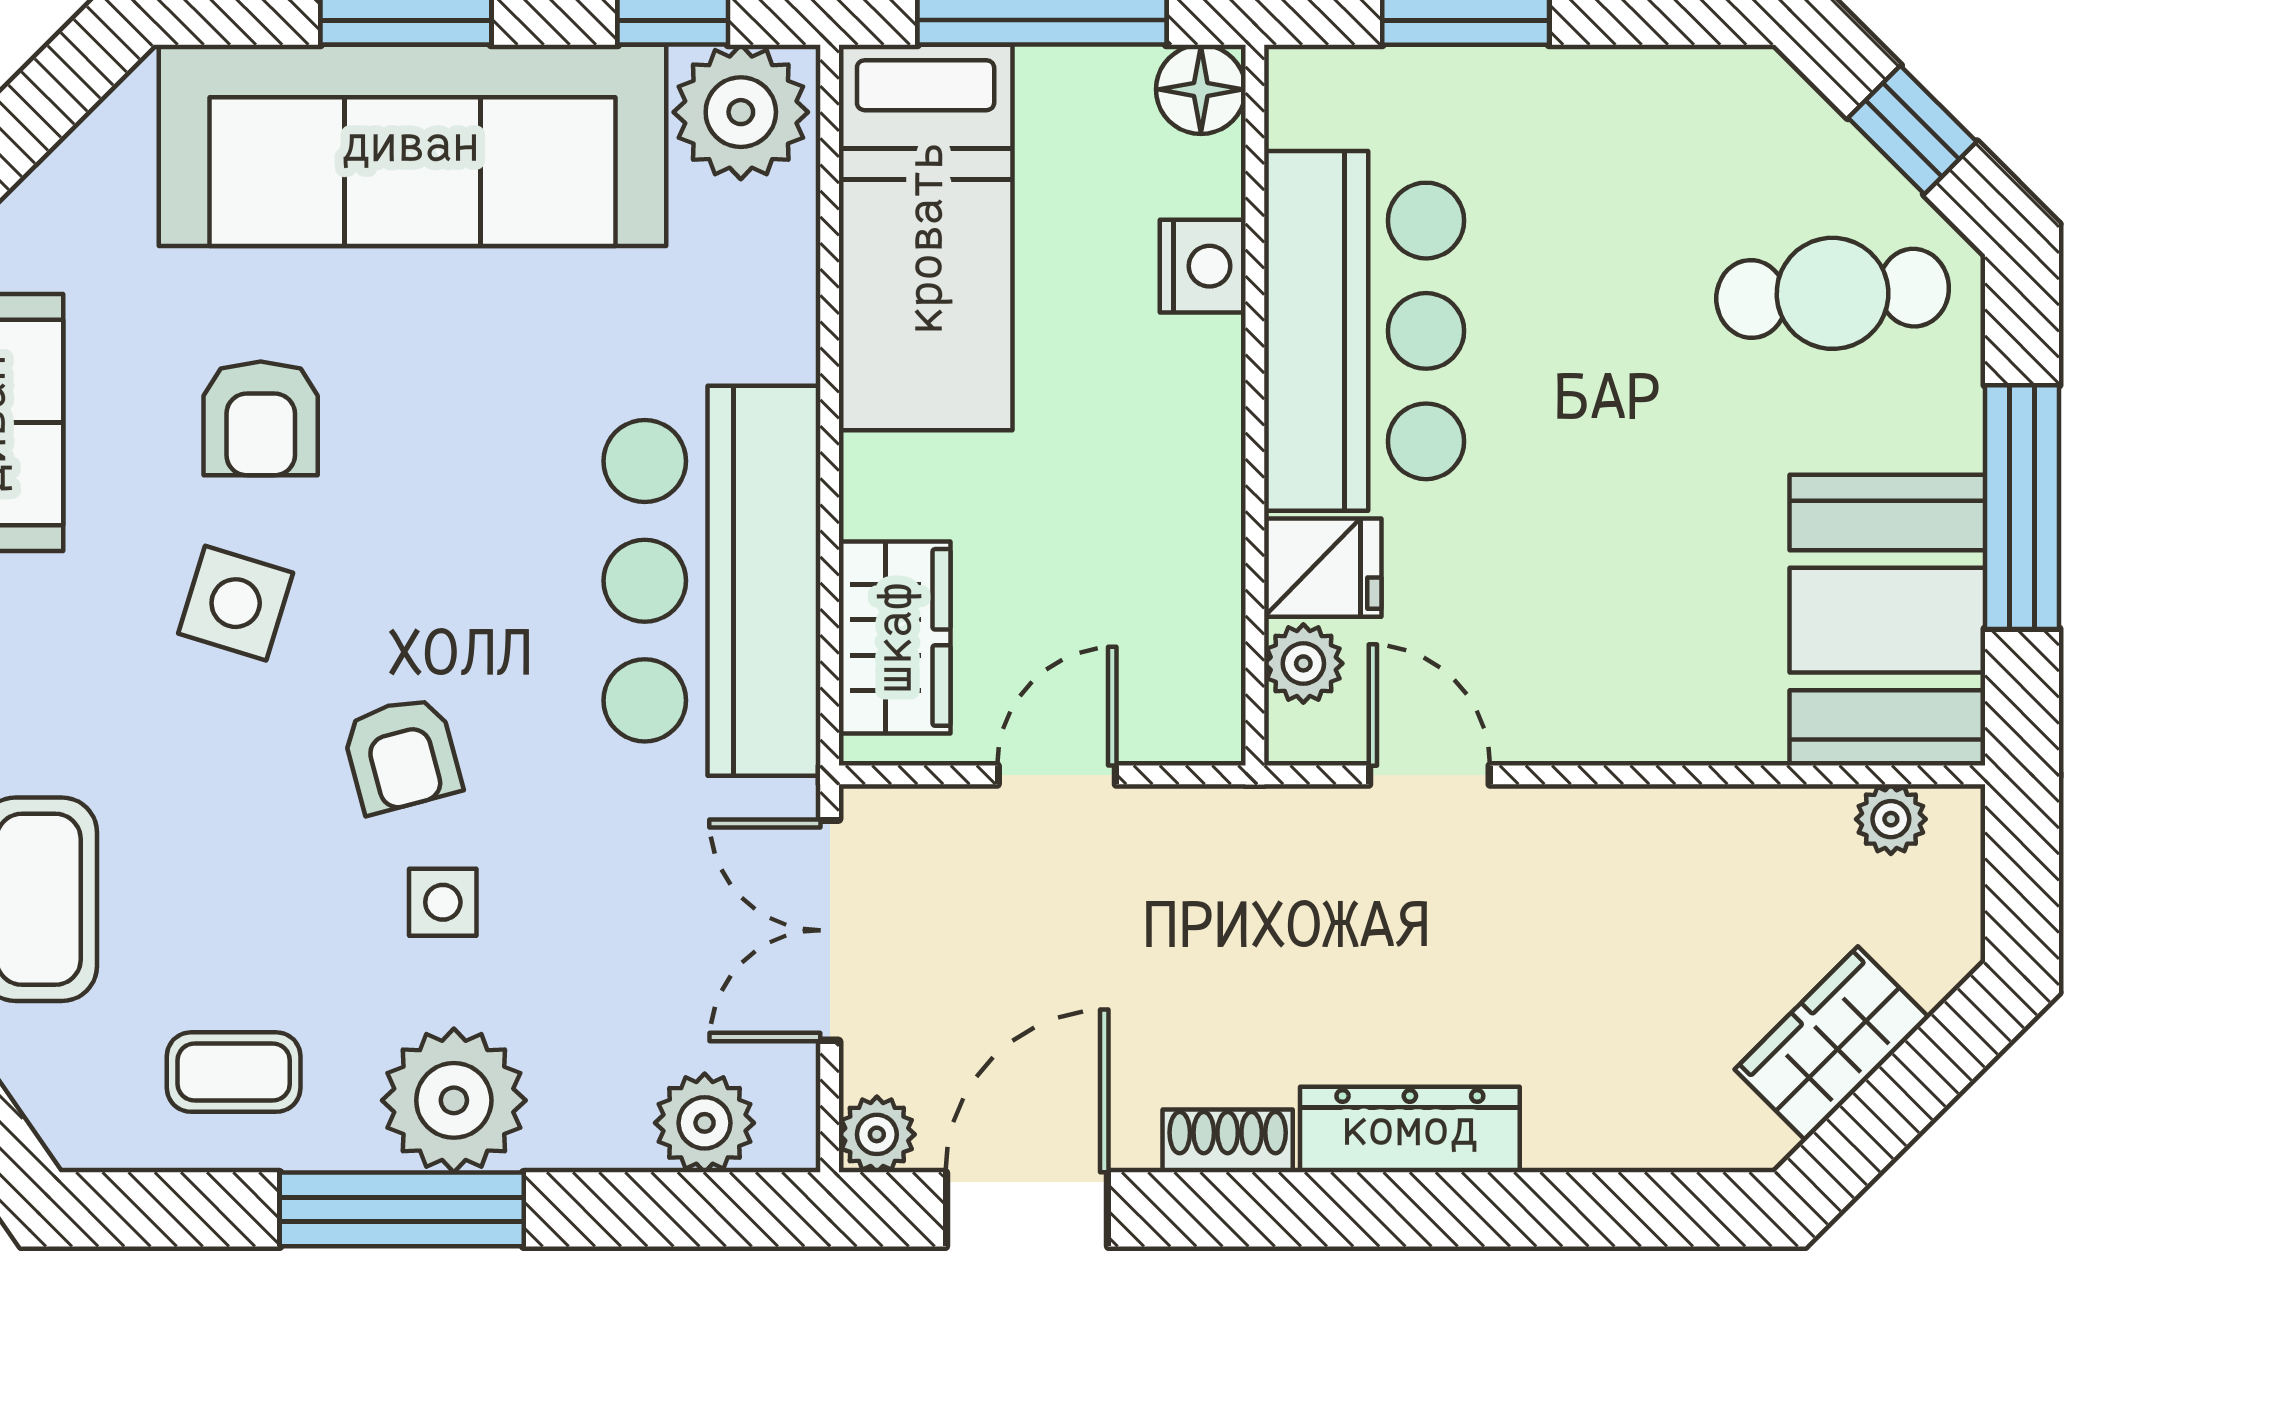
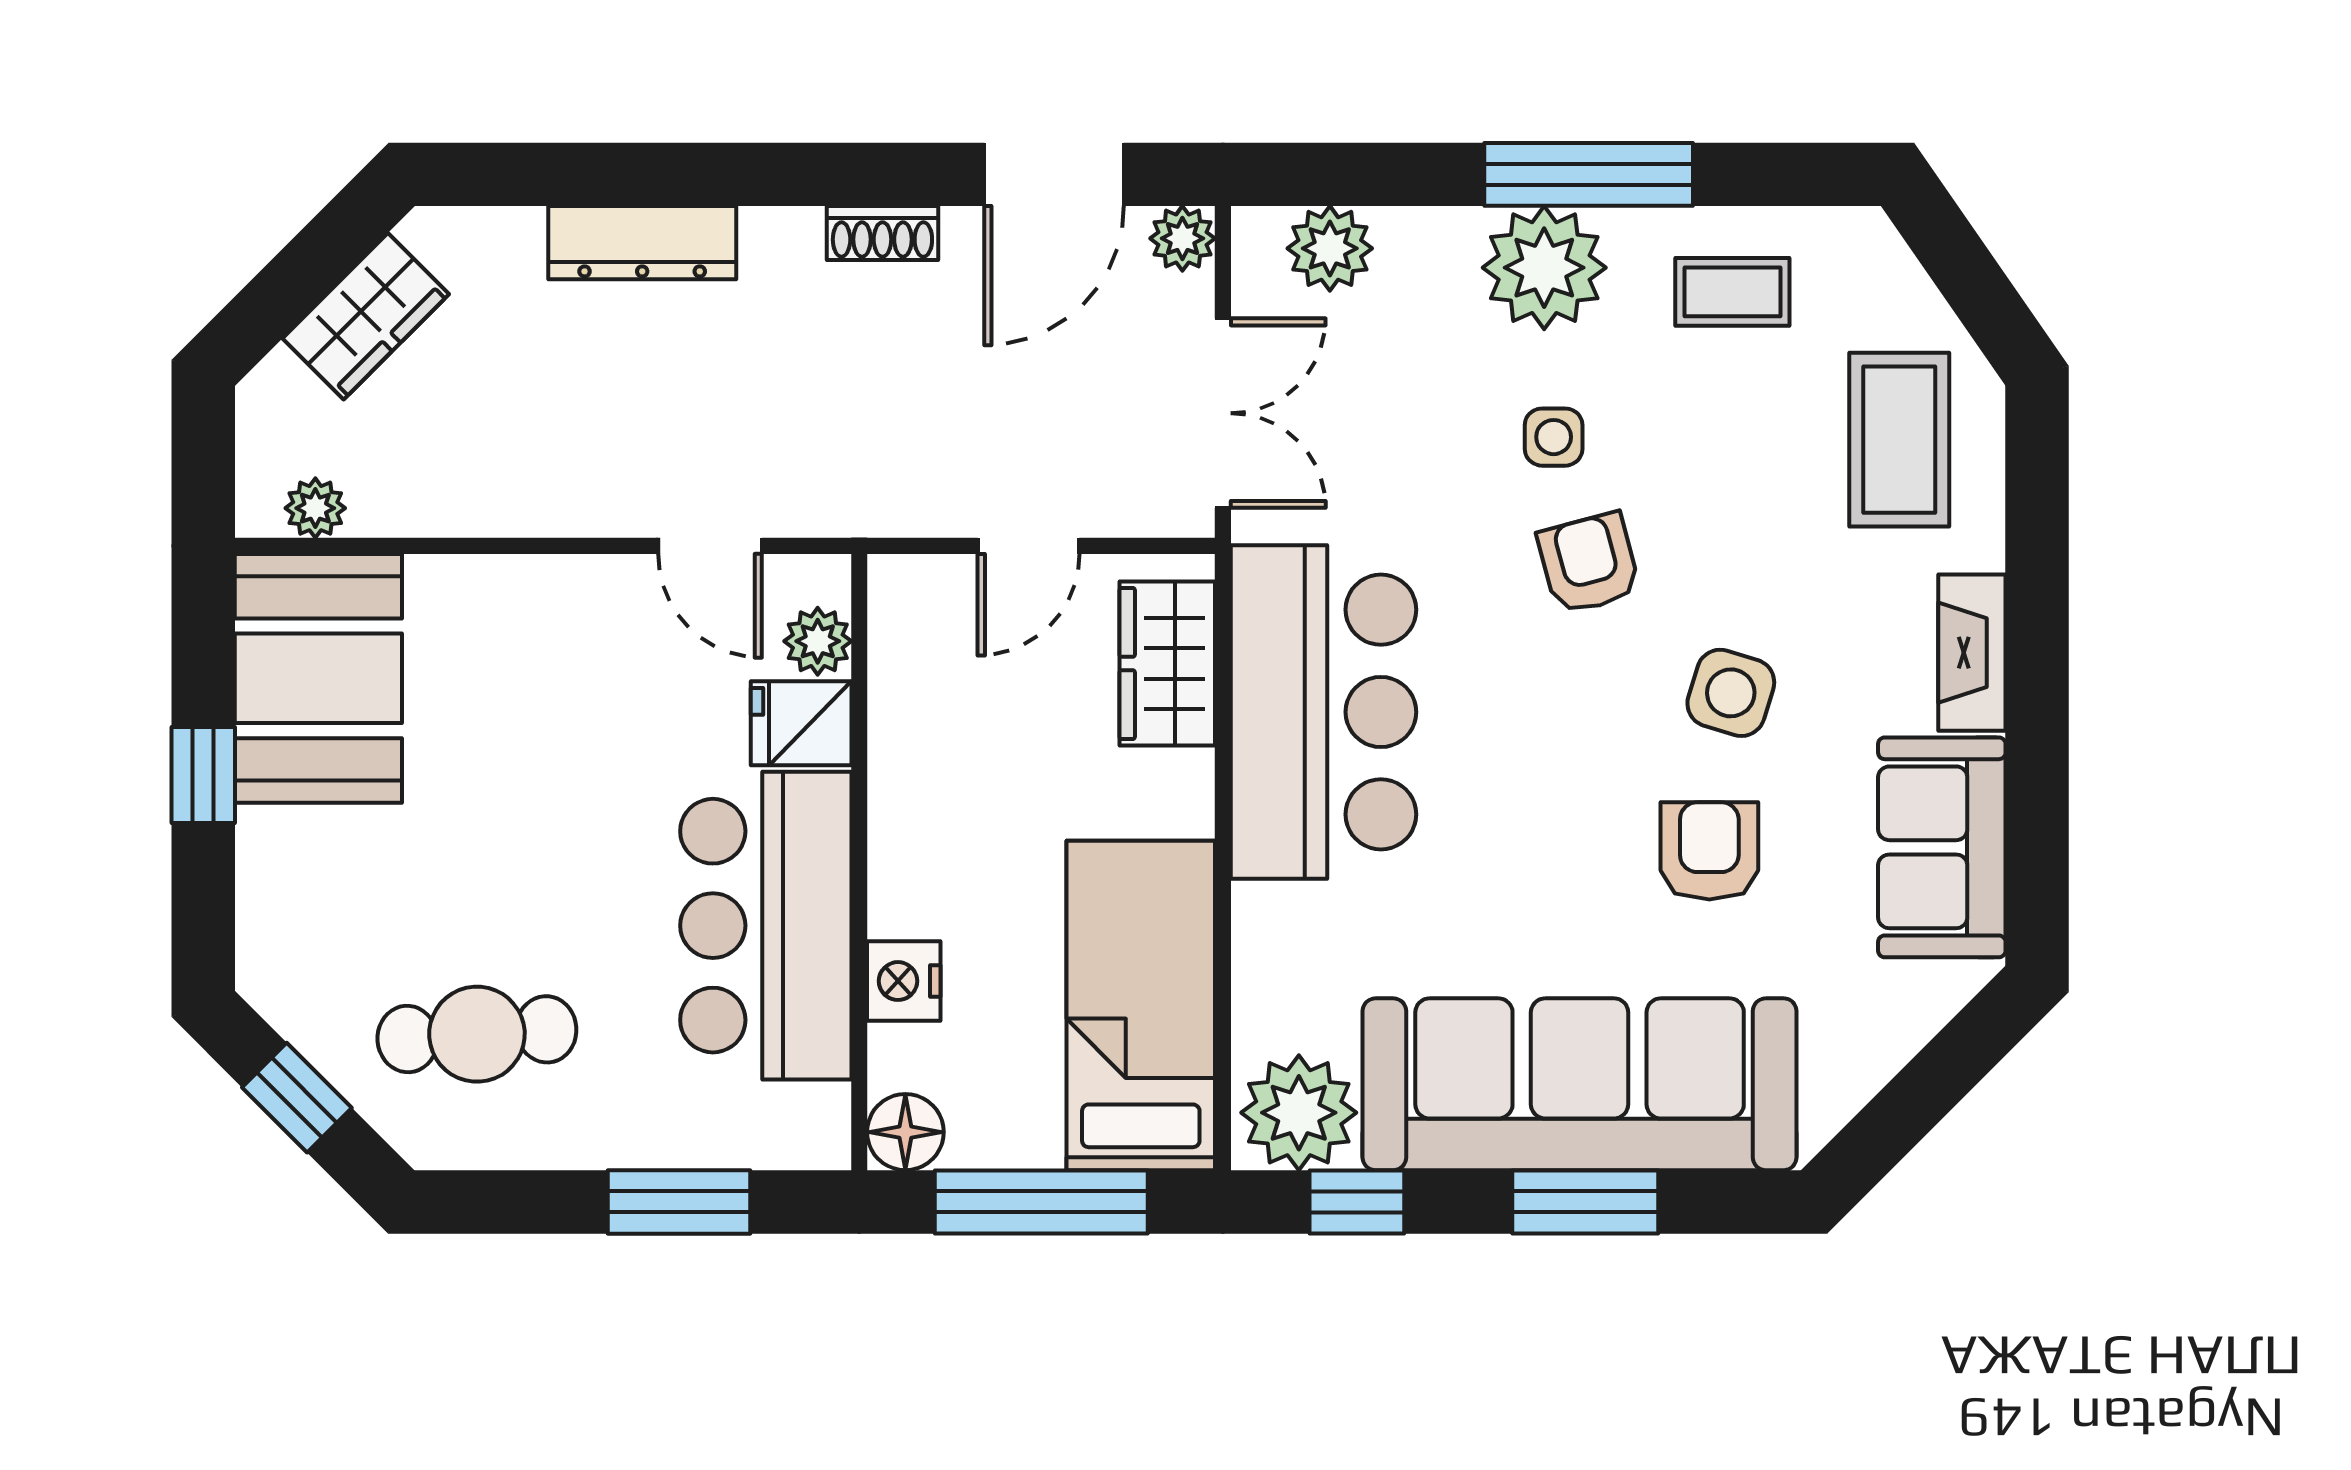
cafe table: (1833, 293) -> (477, 1034), moved
window: (2022, 507) -> (203, 775), width x0.46
dresser: (1410, 1129) -> (642, 243), moved

